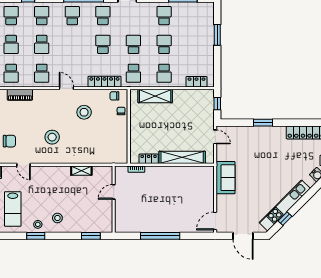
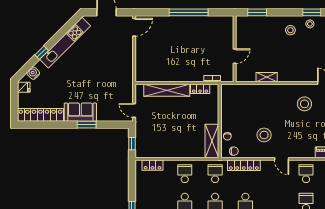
shelving: (155, 96) -> (212, 141), moved, turned 90
stool: (52, 137) -> (304, 104), moved
sofa: (226, 178) -> (80, 112), moved, turned 90
window: (285, 219) -> (42, 53), moved

